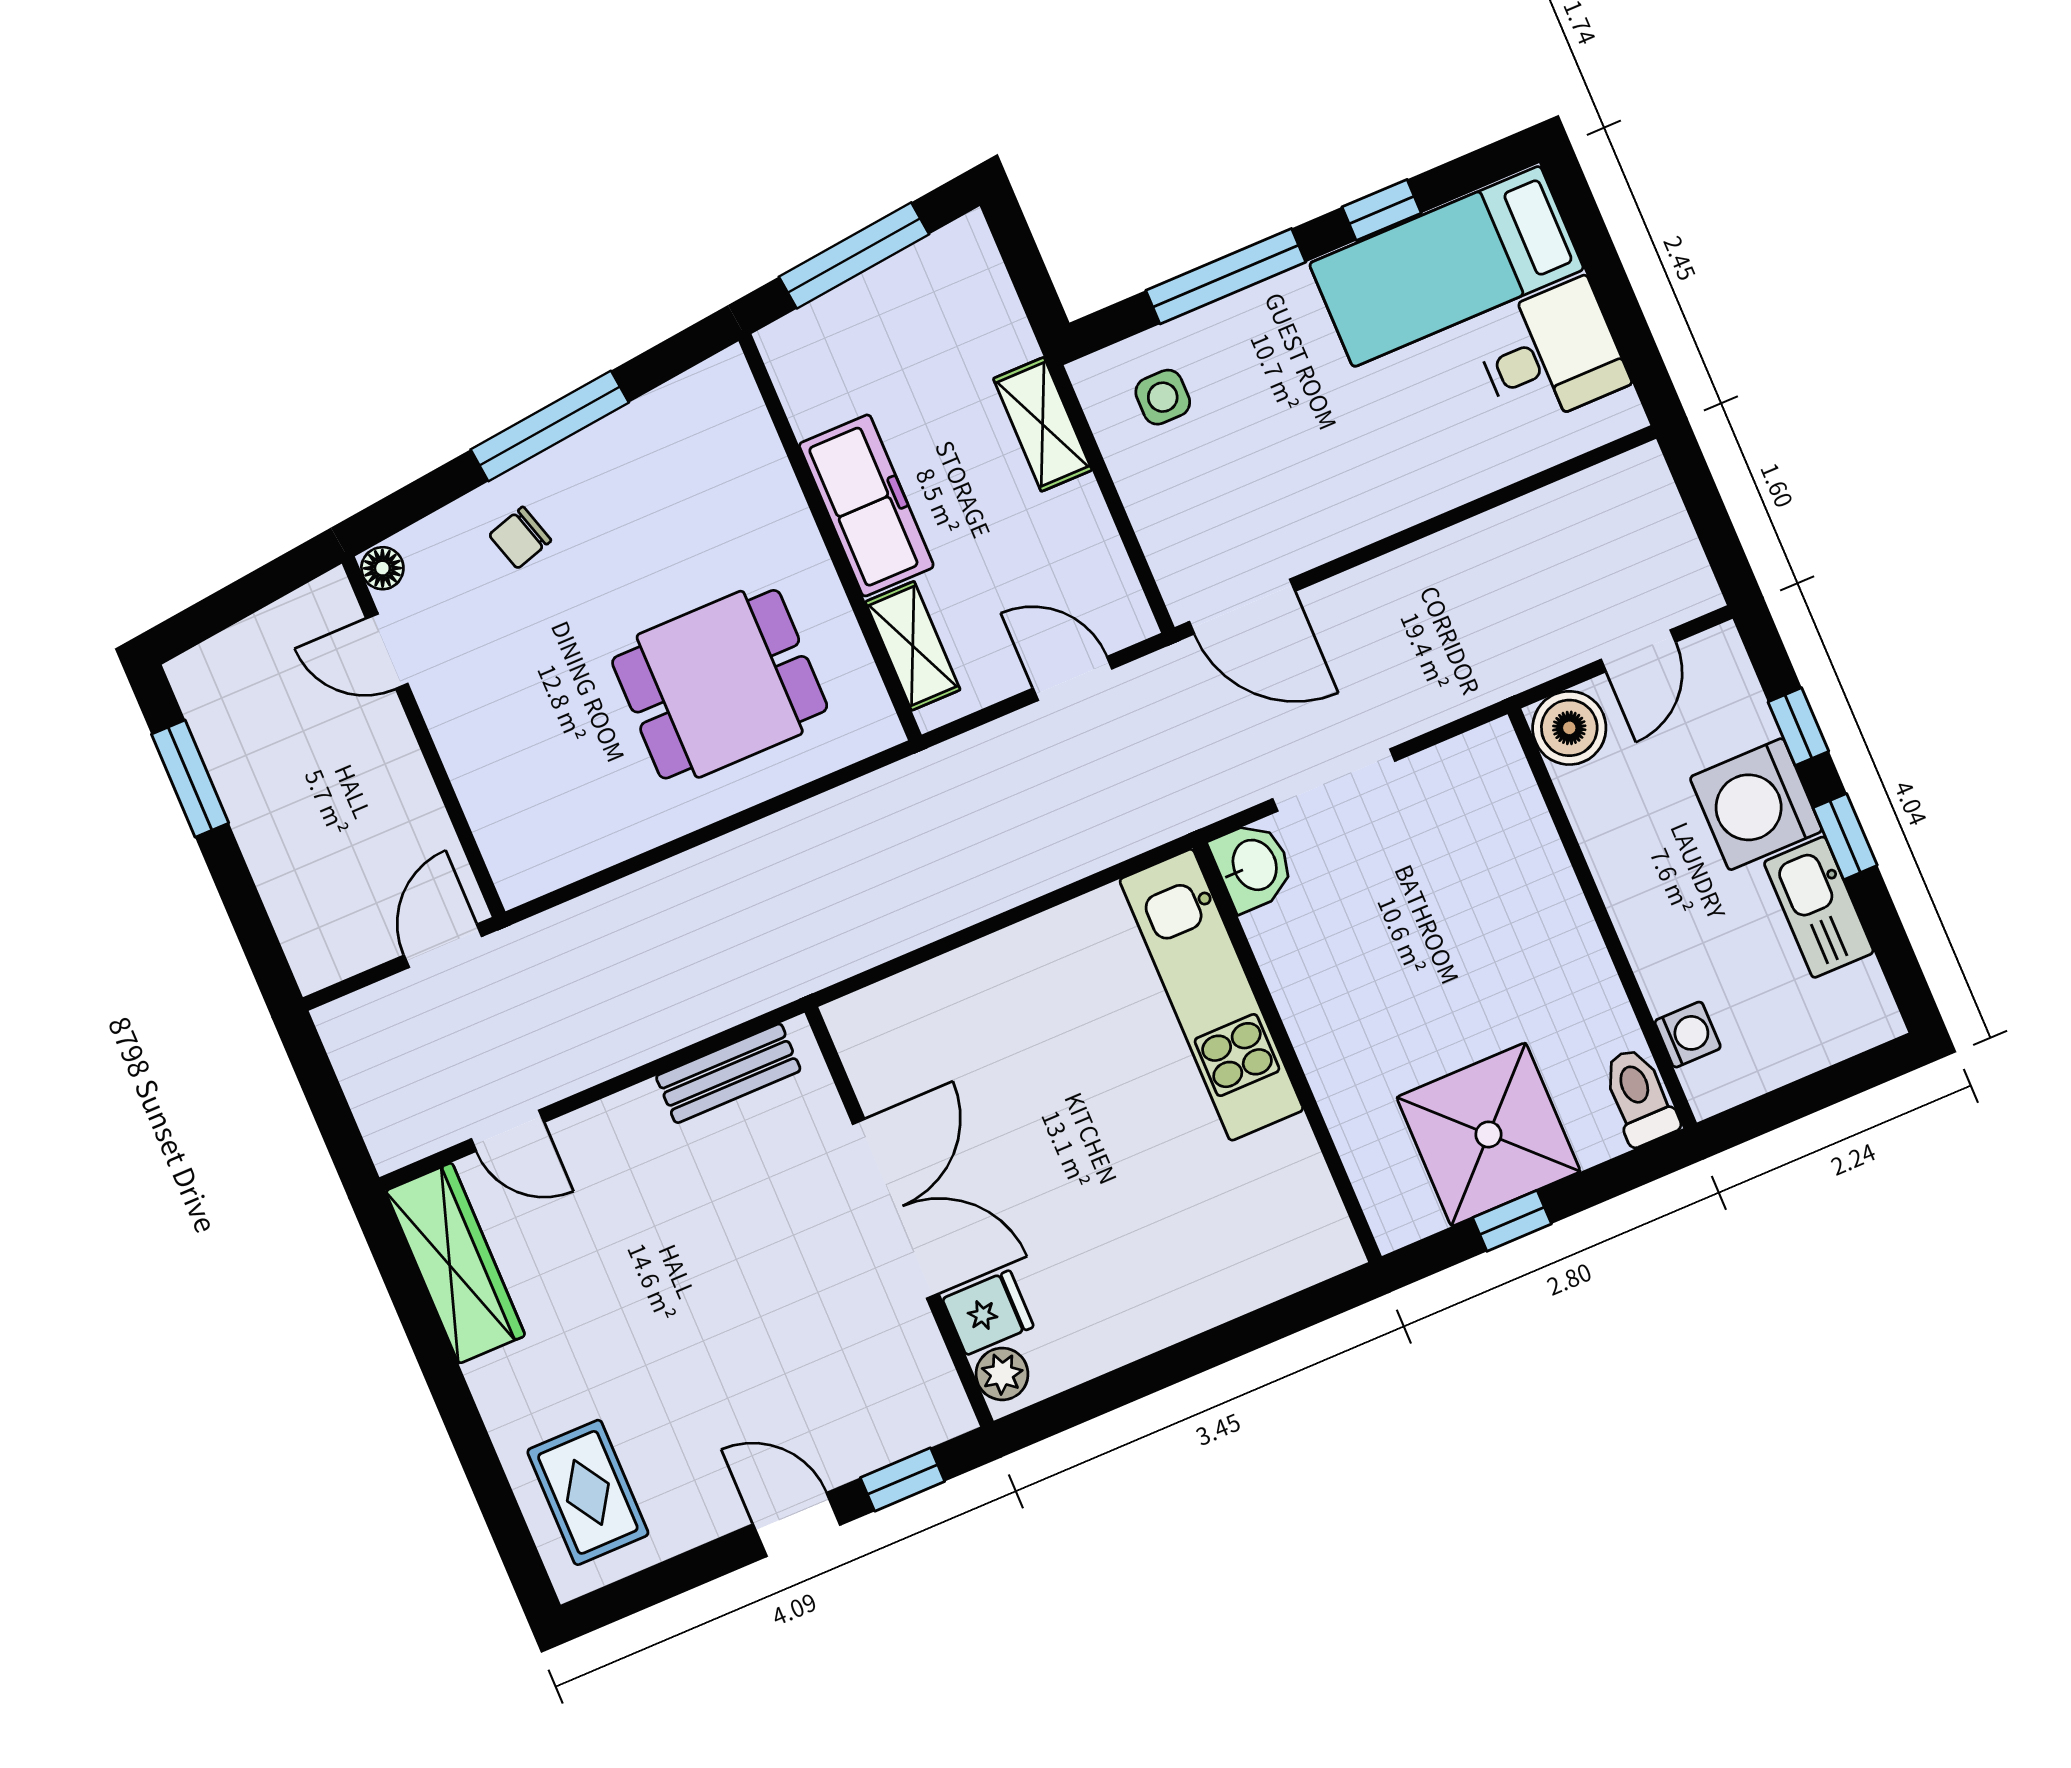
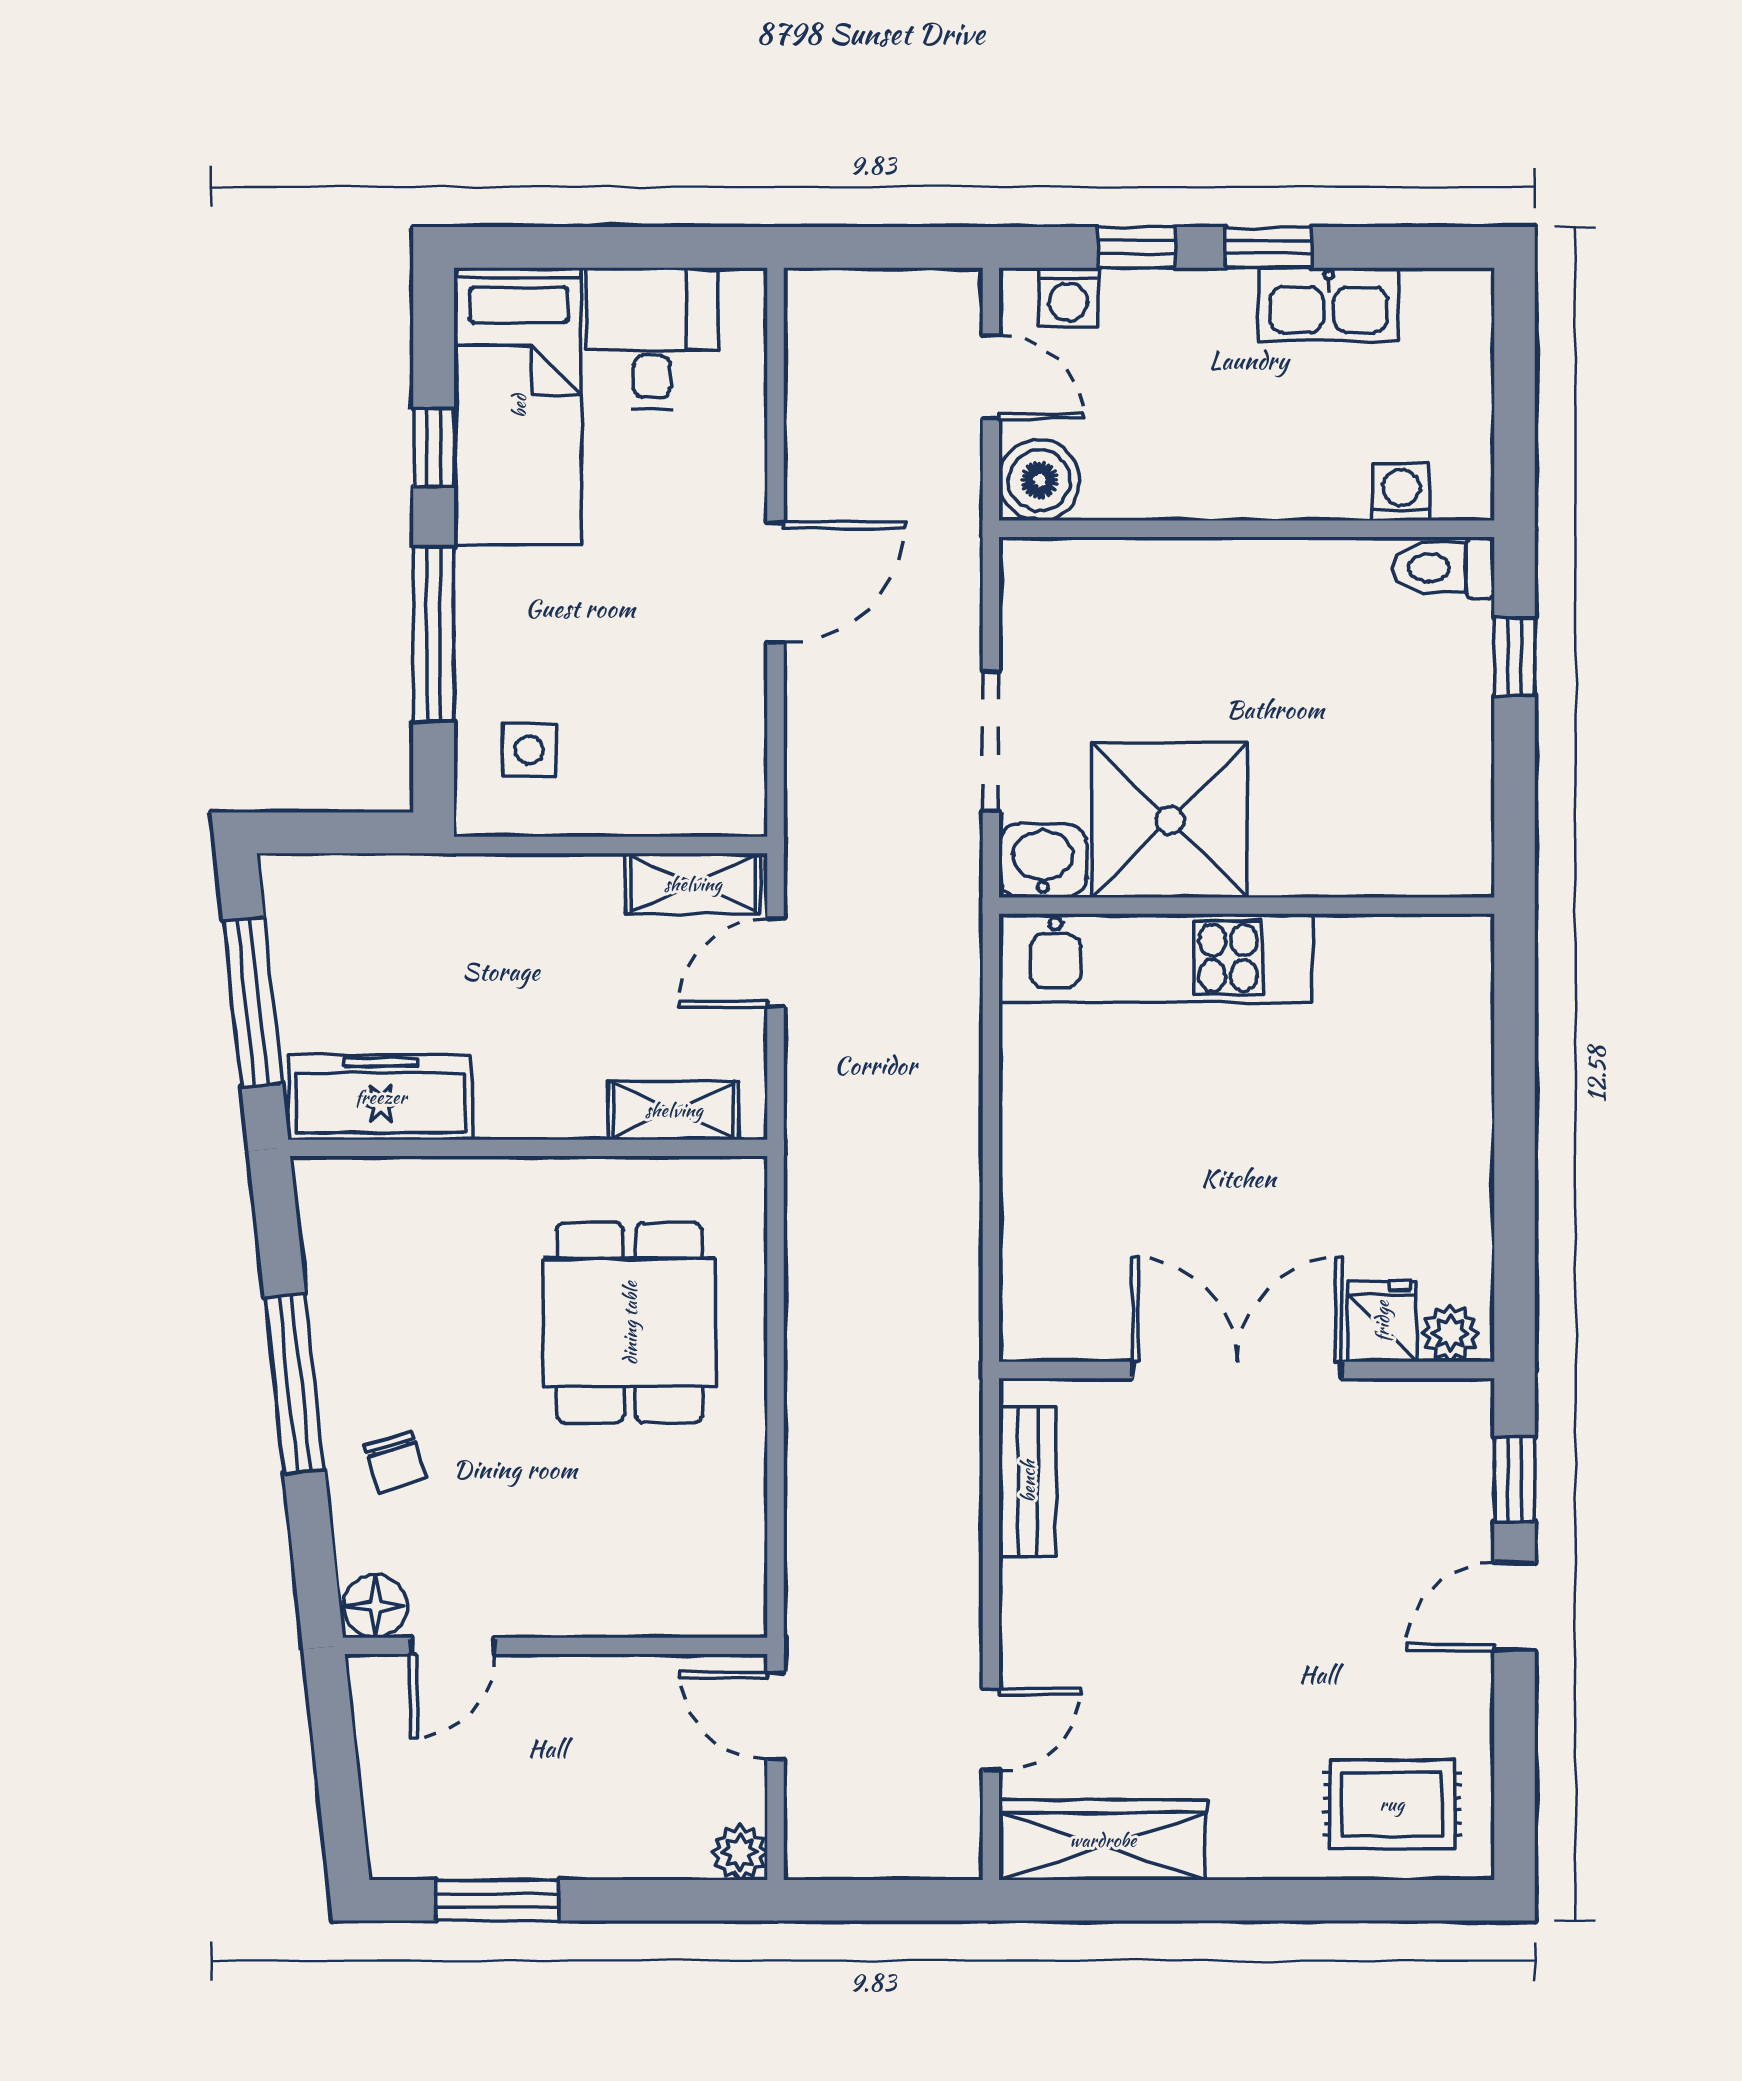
shelving: (1043, 424) -> (693, 884), moved
freezer: (866, 505) -> (381, 1097), moved
floor lamp: (382, 568) -> (375, 1606), width x1.37, depth x1.37
door: (1242, 607) -> (776, 582), moved
washing machine: (1756, 804) -> (1068, 297), moved, width x0.53, depth x0.53
plant: (316, 964) -> (740, 1852), added
shower: (1488, 1134) -> (1170, 820), moved
window: (1512, 1221) -> (1514, 657), moved

